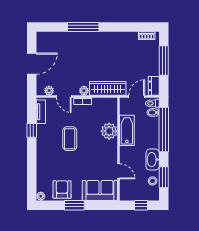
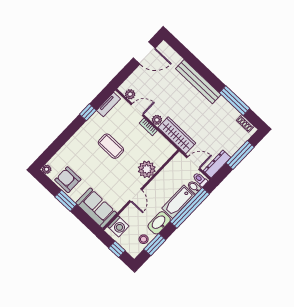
window: (83, 27) -> (234, 101), moved
bench: (87, 38) -> (198, 82), added
door: (32, 64) -> (144, 53), moved
dresser: (154, 86) -> (217, 164), width x1.44
door: (64, 96) -> (137, 110), swing flipped
bathtub: (127, 130) -> (178, 202), moved, turned 180
coffee table: (70, 139) -> (111, 146), turned 90
door: (119, 171) -> (136, 195), moved
washing machine: (127, 189) -> (118, 226), added
armchair: (62, 190) -> (68, 180), turned -90

